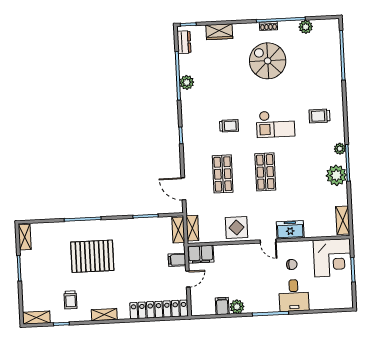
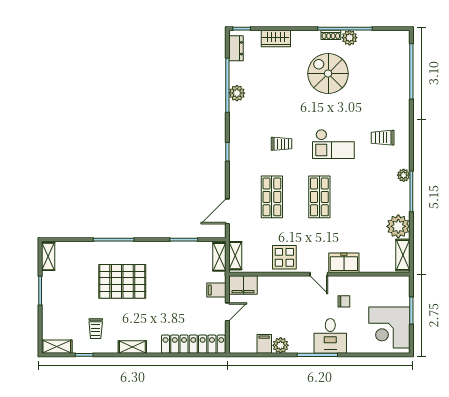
plant: (306, 27) -> (350, 38), moved
plant: (336, 175) -> (398, 226), moved
door: (183, 189) -> (227, 211), hinge flipped
corner desk: (332, 258) -> (389, 327), moved, turned 90
desk: (294, 295) -> (330, 336), moved

